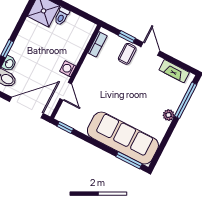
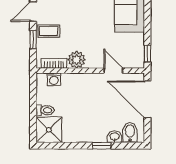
plant: (91, 65) -> (77, 60), added
washing machine: (68, 69) -> (54, 79), moved
door: (66, 91) -> (113, 71), hinge flipped

